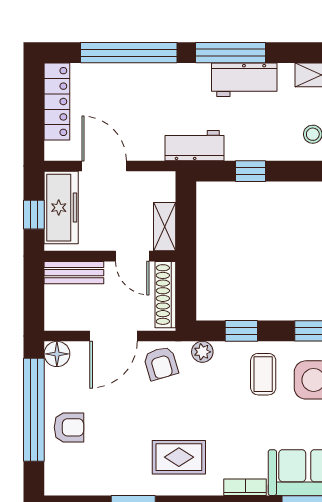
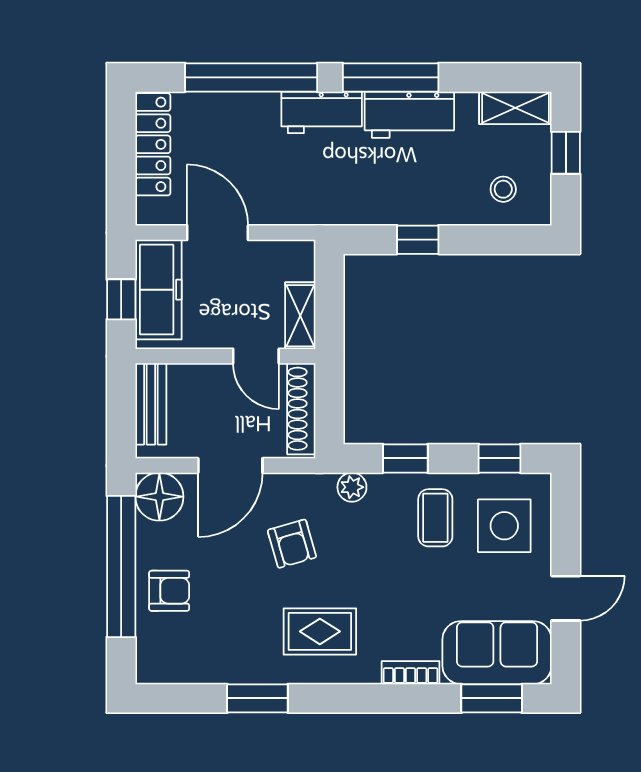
workbench: (194, 146) -> (322, 112), moved, turned 180
bench: (74, 273) -> (151, 404), moved, turned 90
floor lamp: (57, 354) -> (159, 497), width x1.38, depth x1.38
armchair: (161, 363) -> (292, 544), moved

